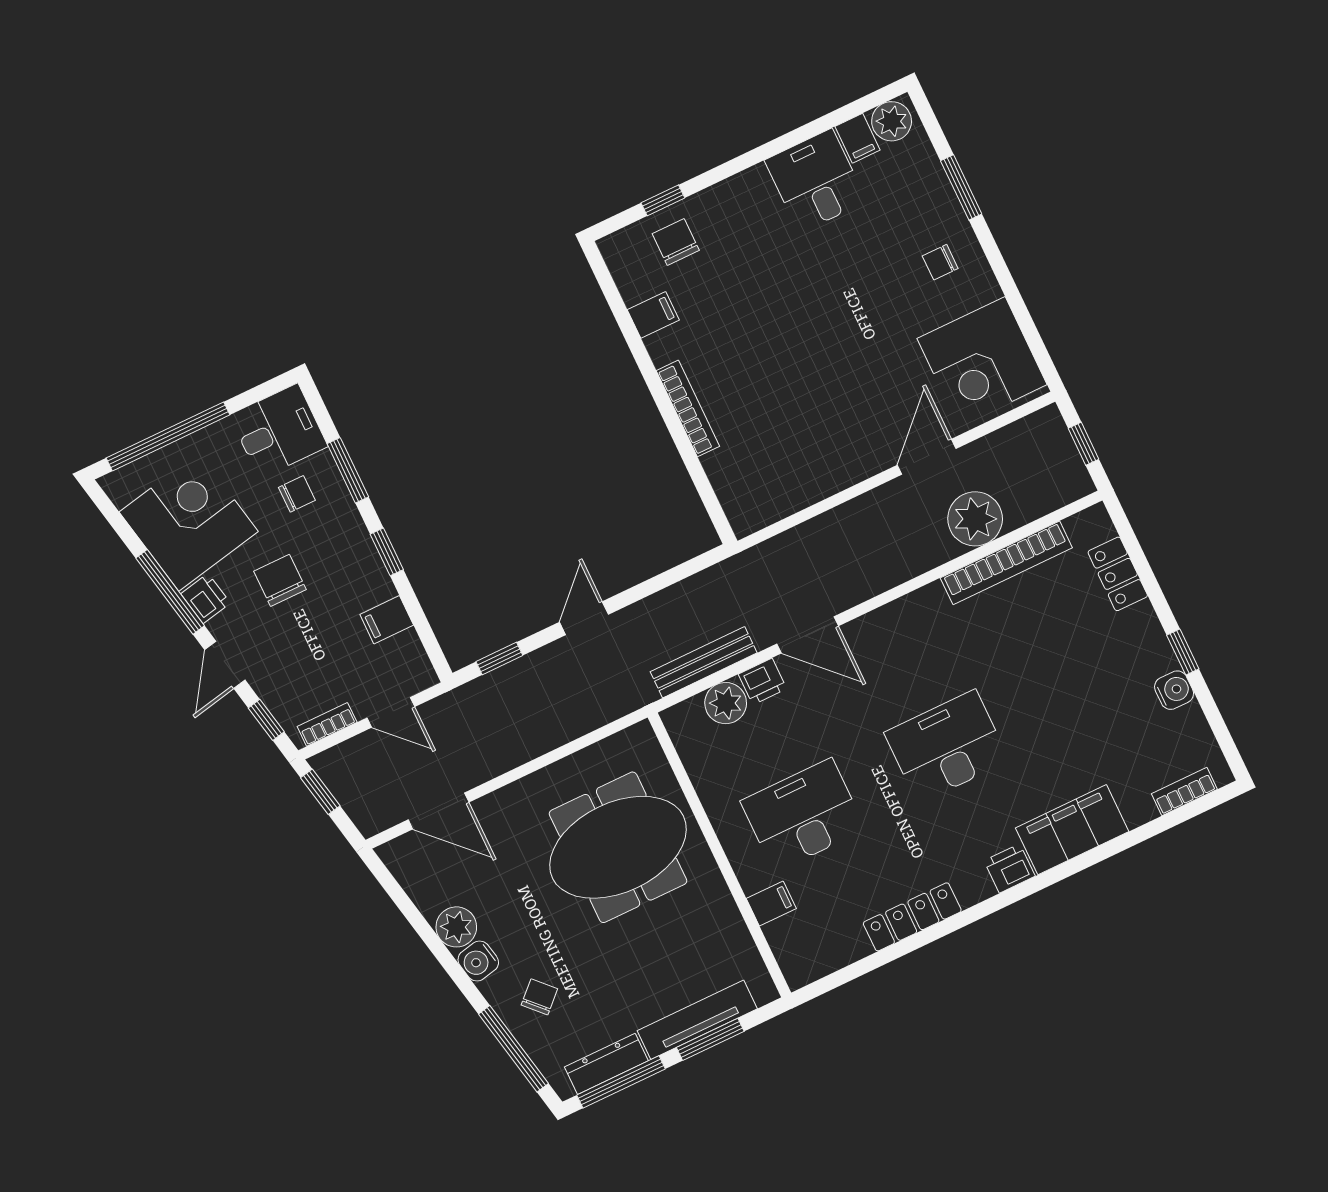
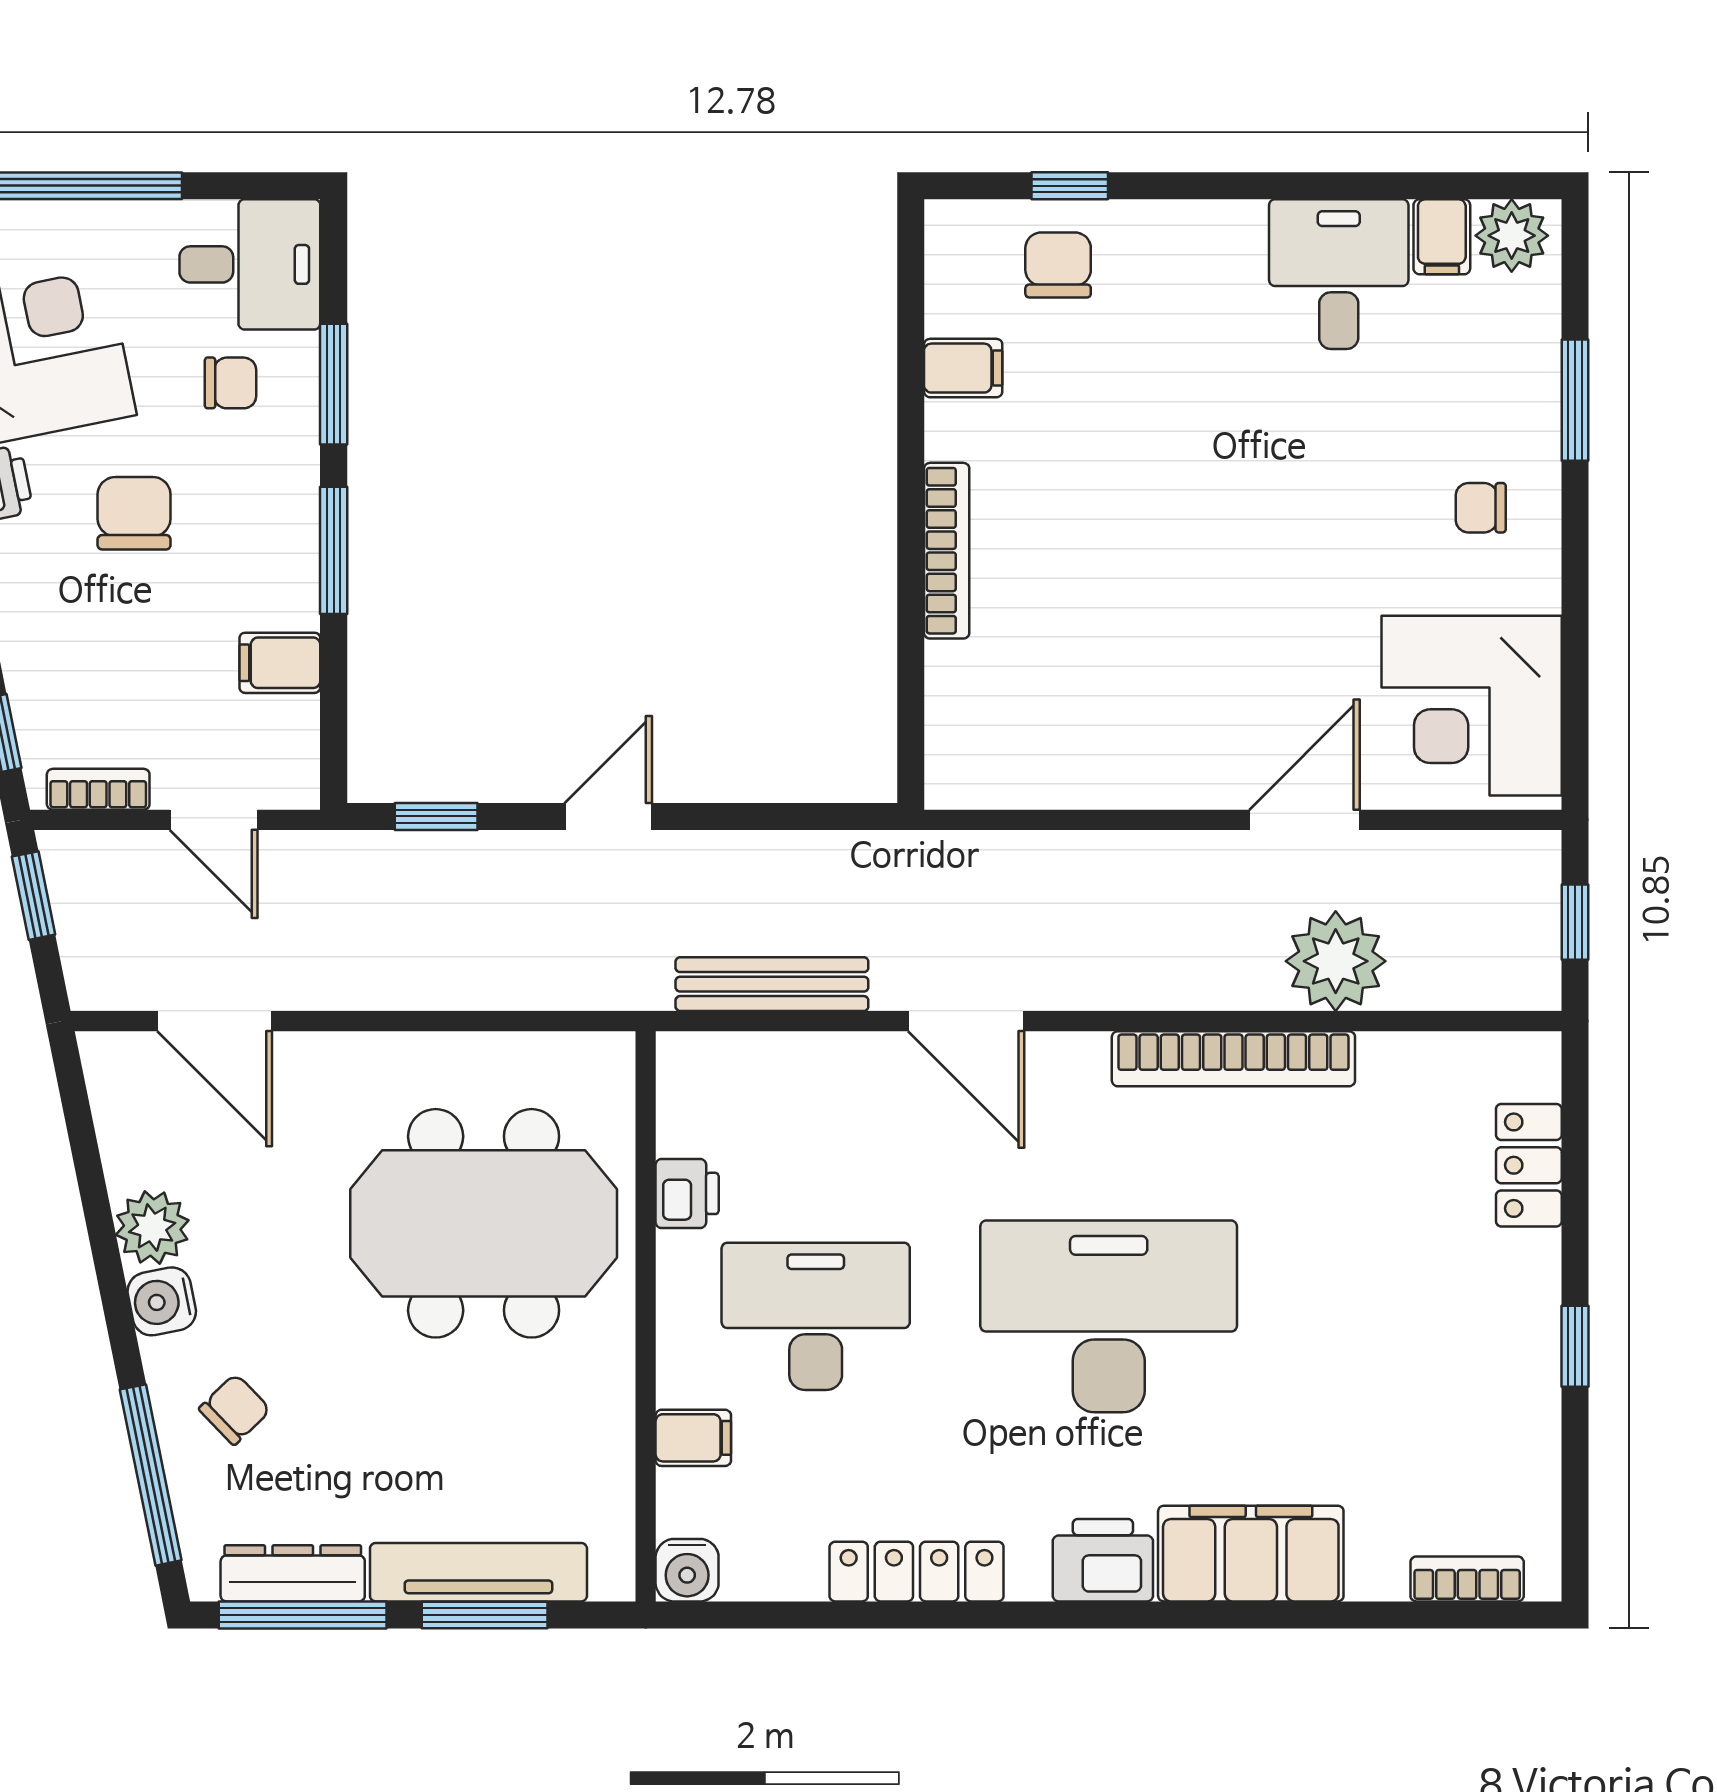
window: (387, 552) -> (334, 550), width x1.50
bookcase: (1006, 563) -> (1233, 1059), moved
printer: (762, 682) -> (687, 1193), moved, turned -90
water cooler: (1174, 690) -> (687, 1570), moved, turned 90
plant: (726, 703) -> (776, 1069), removed
desk: (947, 747) -> (1109, 1316), width x1.36, depth x1.30
printer: (1010, 868) -> (1103, 1560), width x1.36, depth x1.24

